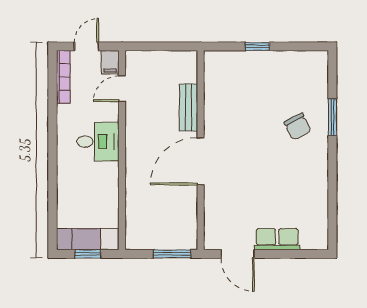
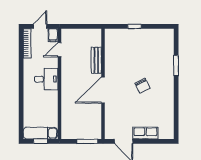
chair: (298, 127) -> (142, 86), moved

